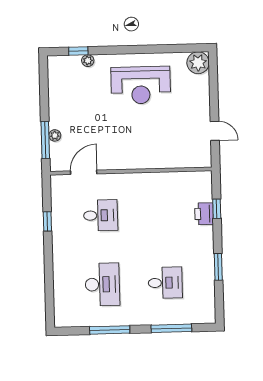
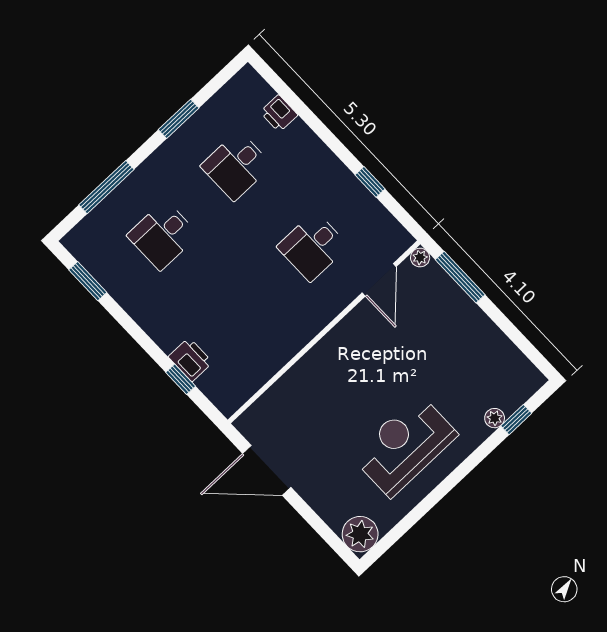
door: (215, 131) -> (267, 470), width x1.88
plant: (55, 135) -> (420, 258), moved
window: (218, 267) -> (88, 281), moved
desk: (102, 284) -> (236, 166), width x0.73
printer: (61, 291) -> (279, 113), added
window: (110, 330) -> (179, 119), width x0.69

